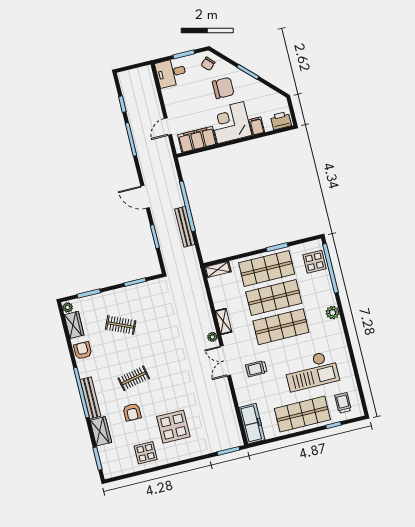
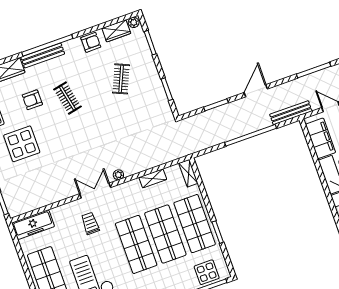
bench: (185, 227) -> (291, 113), moved
shelving: (223, 321) -> (153, 178), moved

